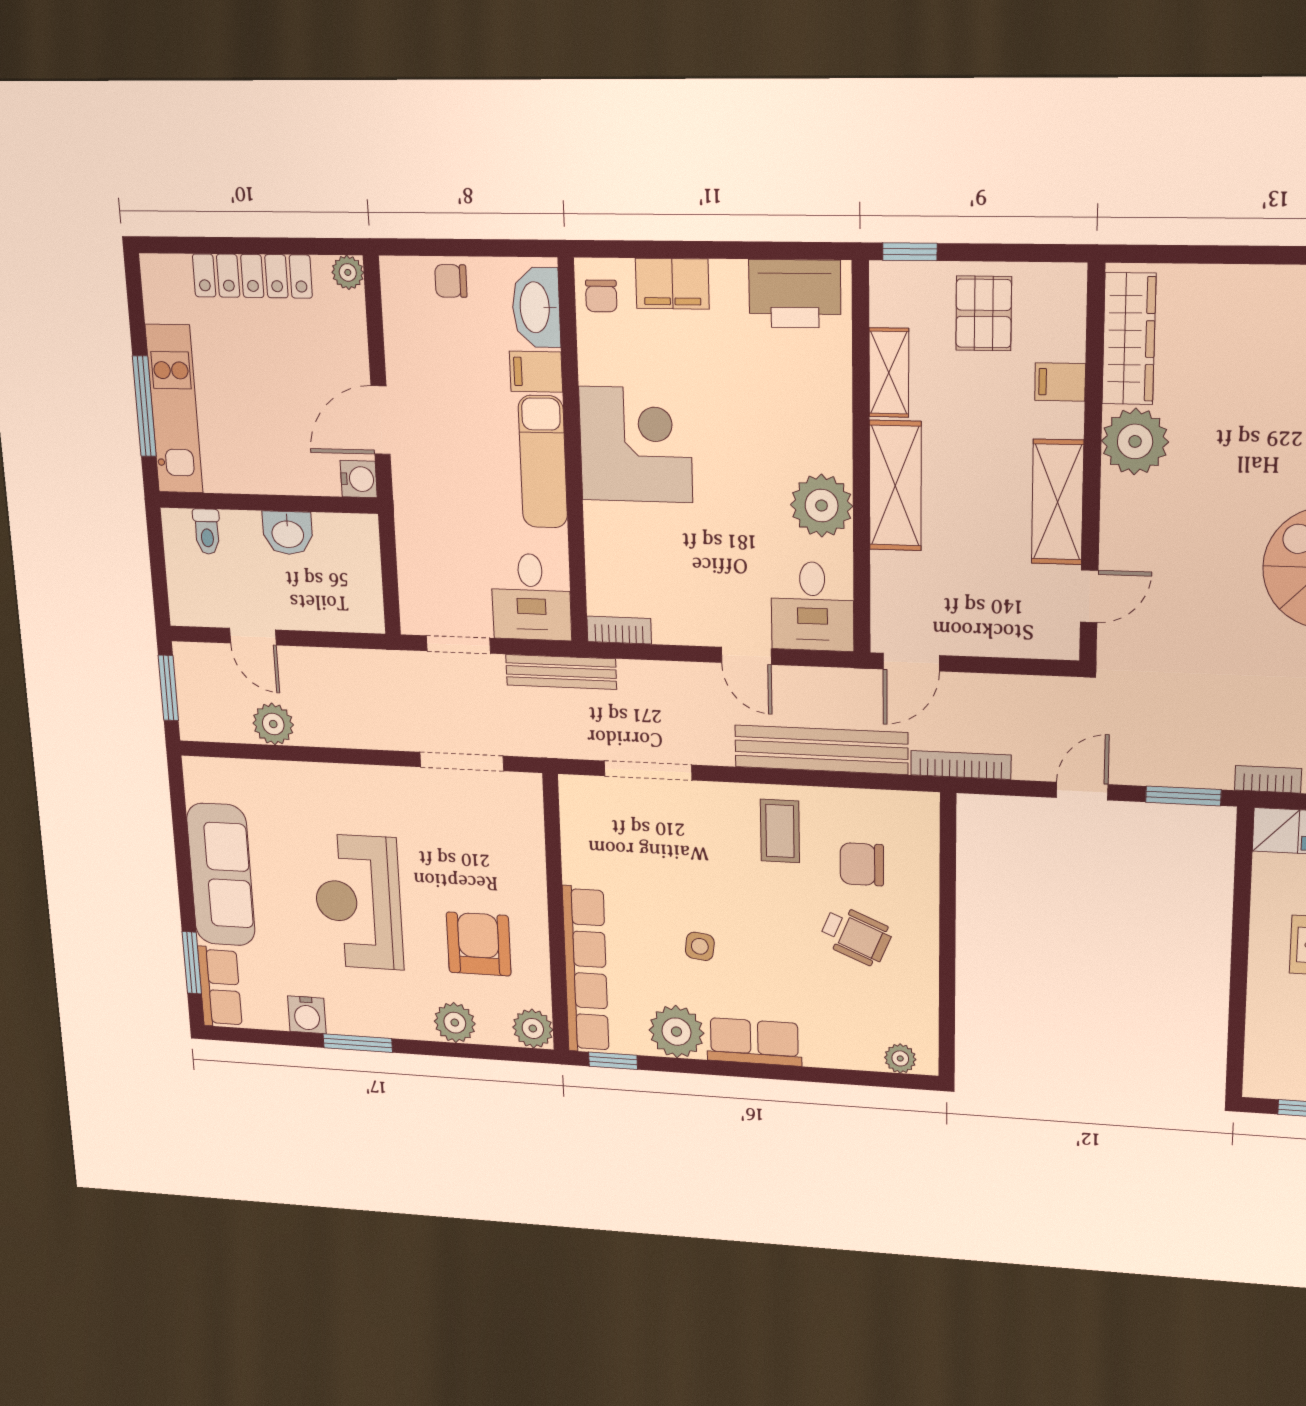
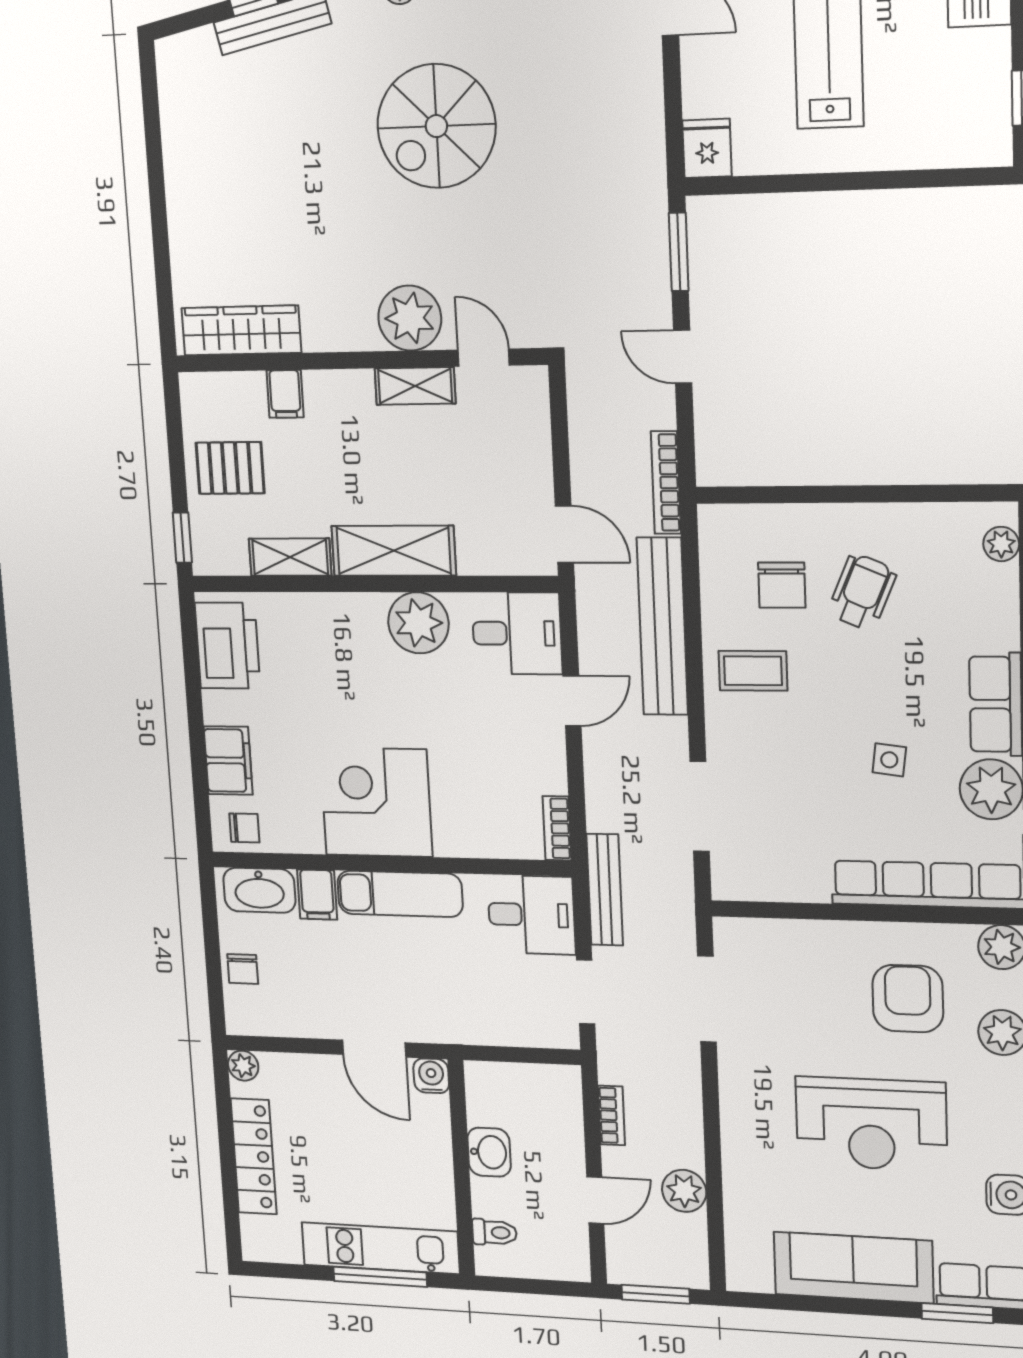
plant: (1135, 441) -> (410, 318), moved
shelving: (1058, 502) -> (415, 386), width x0.67, depth x0.75
bookcase: (1268, 779) -> (611, 1115), moved, turned 180
armchair: (479, 944) -> (908, 999), turned 90

